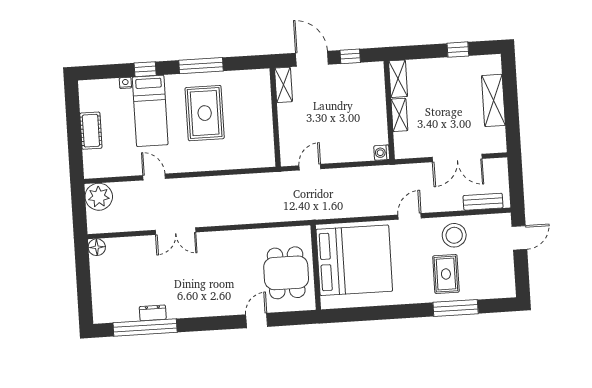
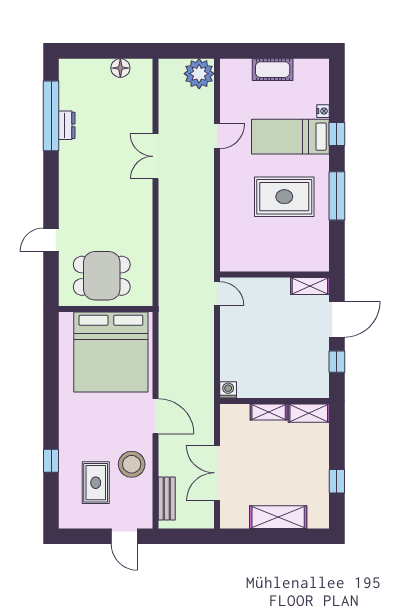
door: (310, 167) -> (217, 294), moved
door: (410, 216) -> (156, 416), width x1.37
floor lamp: (97, 247) -> (120, 68), moved
rug: (446, 274) -> (96, 483), moved, turned 90
window: (456, 308) -> (51, 461), width x0.46
door: (257, 321) -> (51, 240), swing flipped

